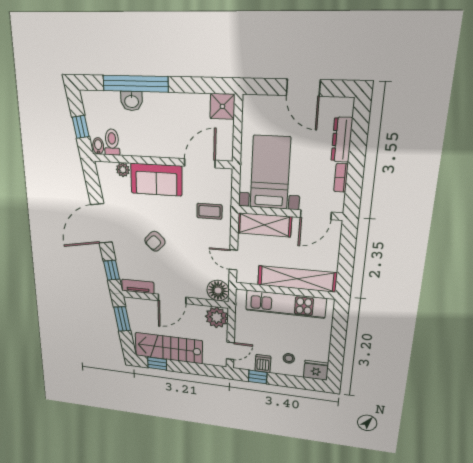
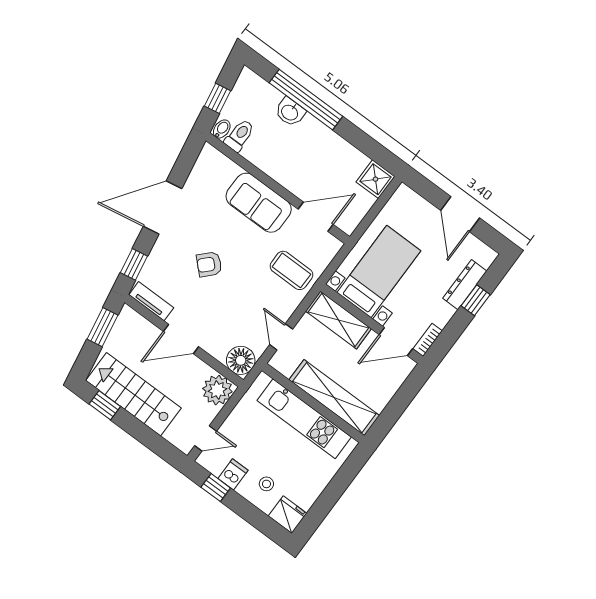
window: (358, 146) -> (476, 300), added
plant: (123, 170) -> (230, 169), removed
bookcase: (341, 178) -> (428, 340), moved
coffee table: (209, 211) -> (291, 270), width x1.36, depth x1.30

